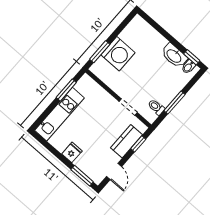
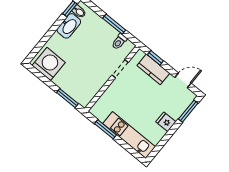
washing machine: (118, 54) -> (49, 64), moved

